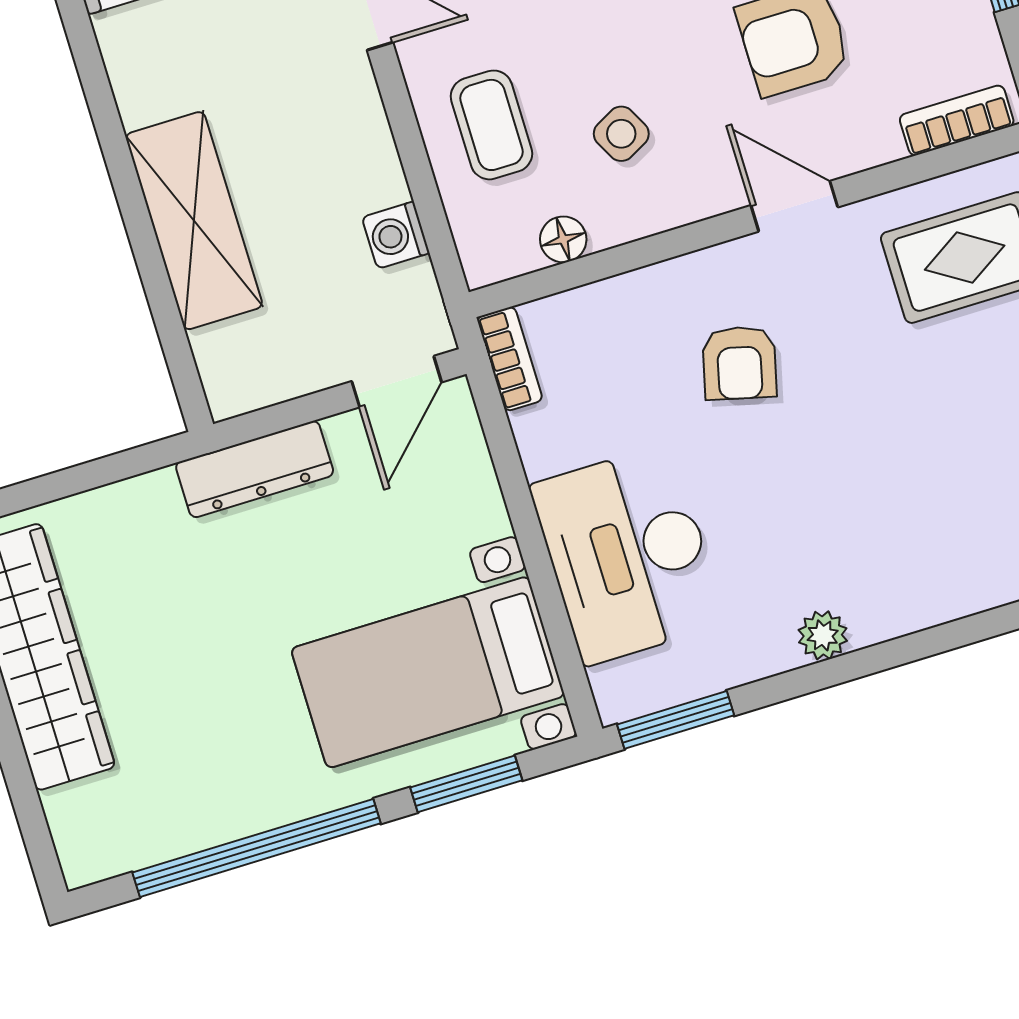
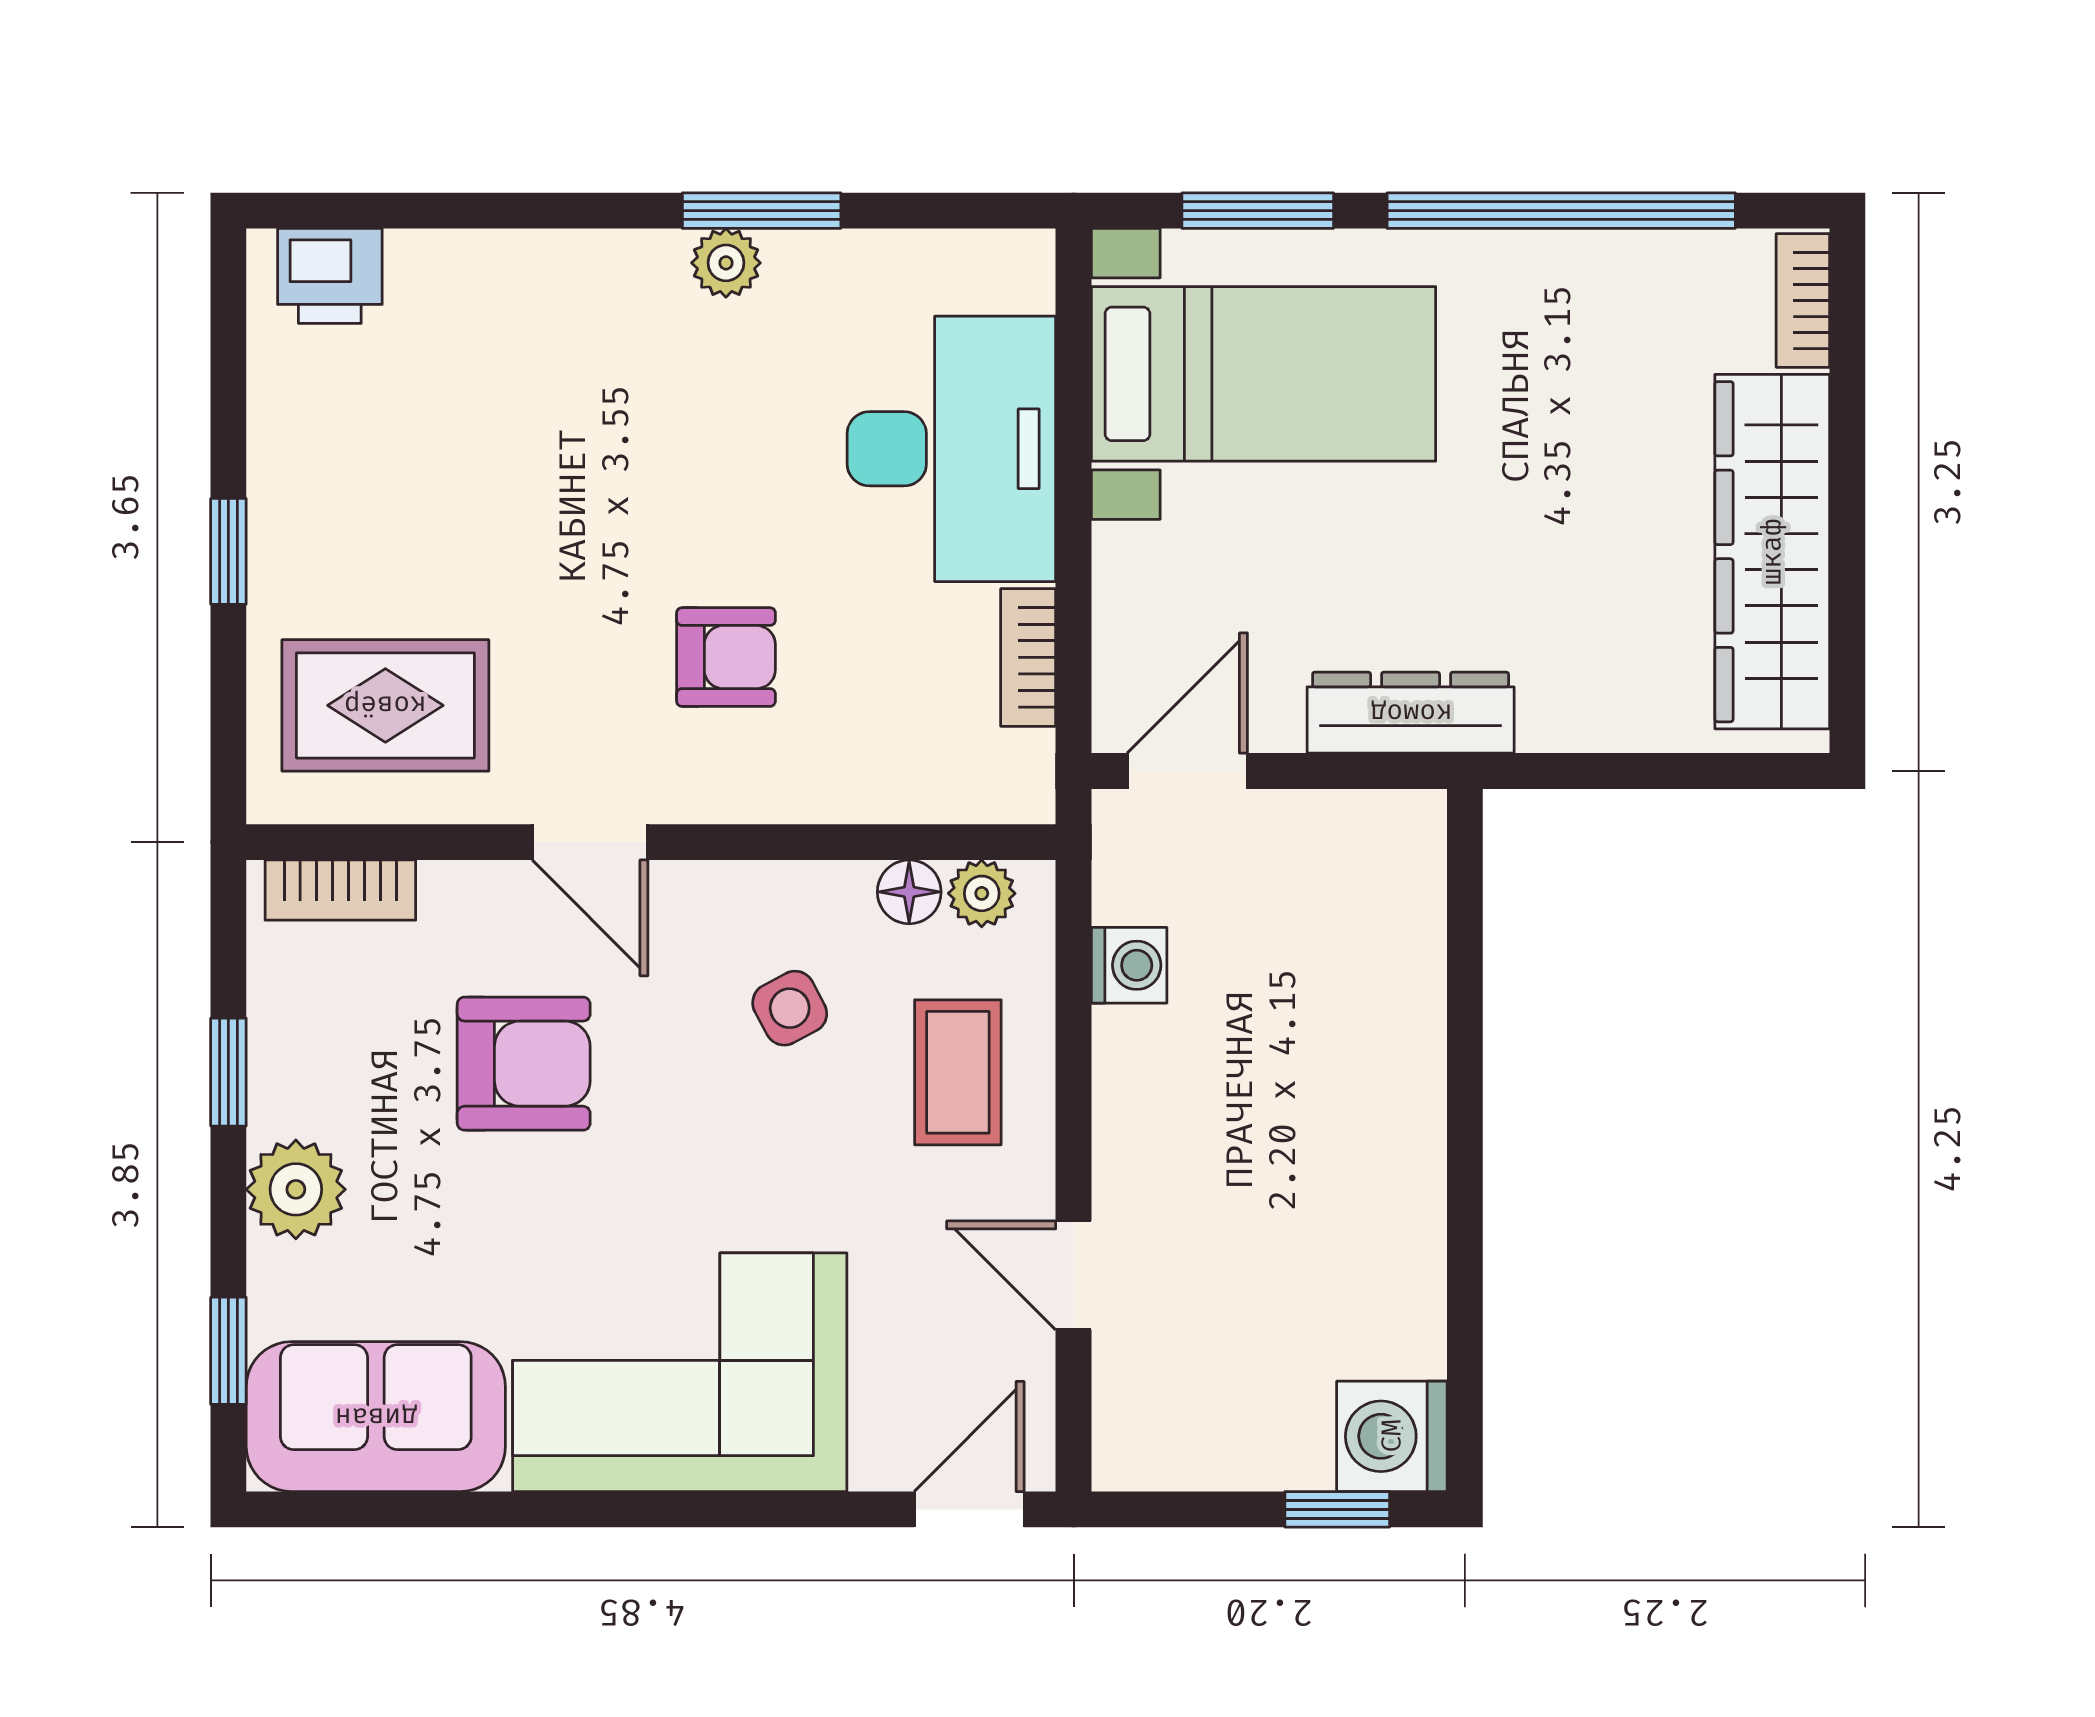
shelving: (194, 221) -> (1390, 1066), removed
plant: (513, 254) -> (982, 893), added
bookcase: (510, 359) -> (1028, 657), moved
armchair: (739, 363) -> (726, 657), turned 76
window: (676, 720) -> (762, 211), moved
bookcase: (71, 837) -> (1803, 300), added

